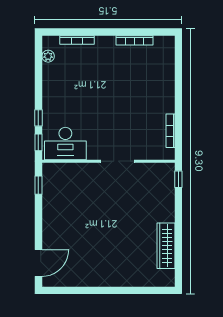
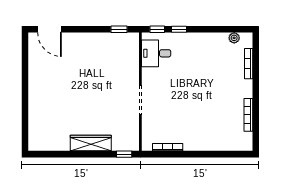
desk: (65, 143) -> (156, 53), width x0.73
wardrobe: (166, 246) -> (91, 143), moved

